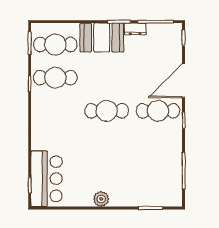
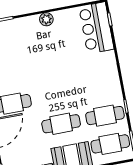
cafe table: (107, 111) -> (61, 124), moved

